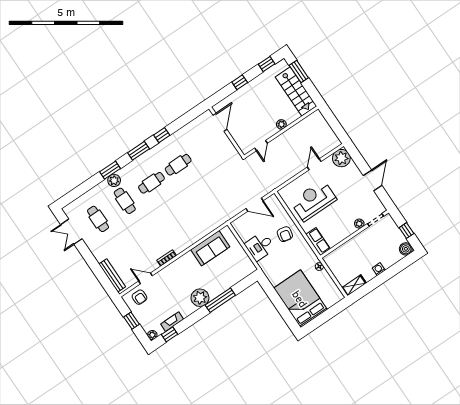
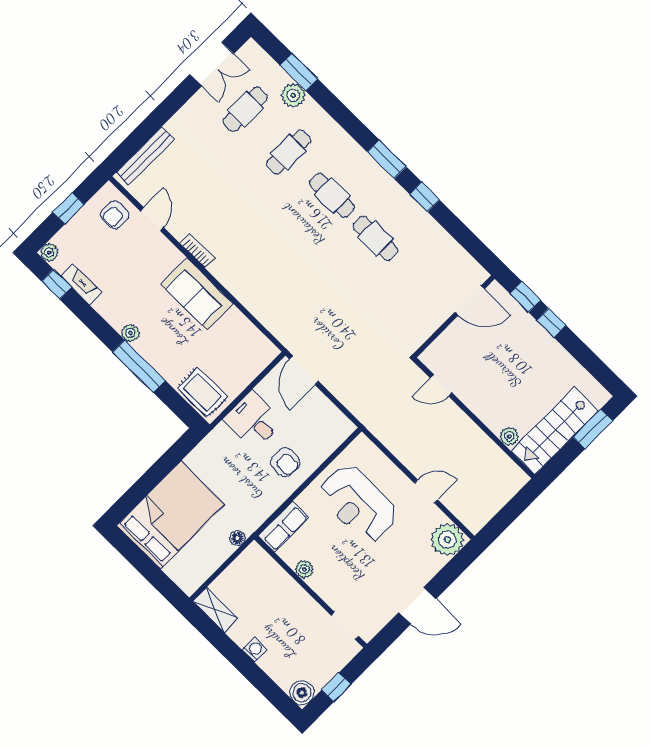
window: (267, 64) -> (525, 297), moved
plant: (281, 124) -> (509, 436), moved
window: (110, 170) -> (299, 72), moved
plant: (114, 180) -> (293, 95), moved
reception desk: (314, 200) -> (358, 503), turned 180
door: (255, 205) -> (304, 370), moved
plant: (359, 224) -> (304, 569), moved
double door: (71, 232) -> (212, 64), swing flipped
armchair: (285, 234) -> (285, 462), turned -102
sofa: (210, 248) -> (197, 294), moved
rug: (240, 270) -> (202, 392), added
plant: (200, 298) -> (130, 333), width x0.53, depth x0.53

